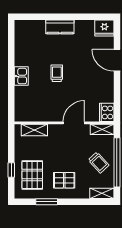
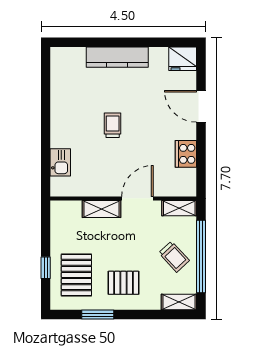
kitchen counter: (60, 27) -> (117, 57), width x1.50
kitchen sink: (21, 76) -> (60, 162), moved
cooker: (107, 112) -> (186, 154), moved
shelving: (34, 130) -> (101, 209), moved

